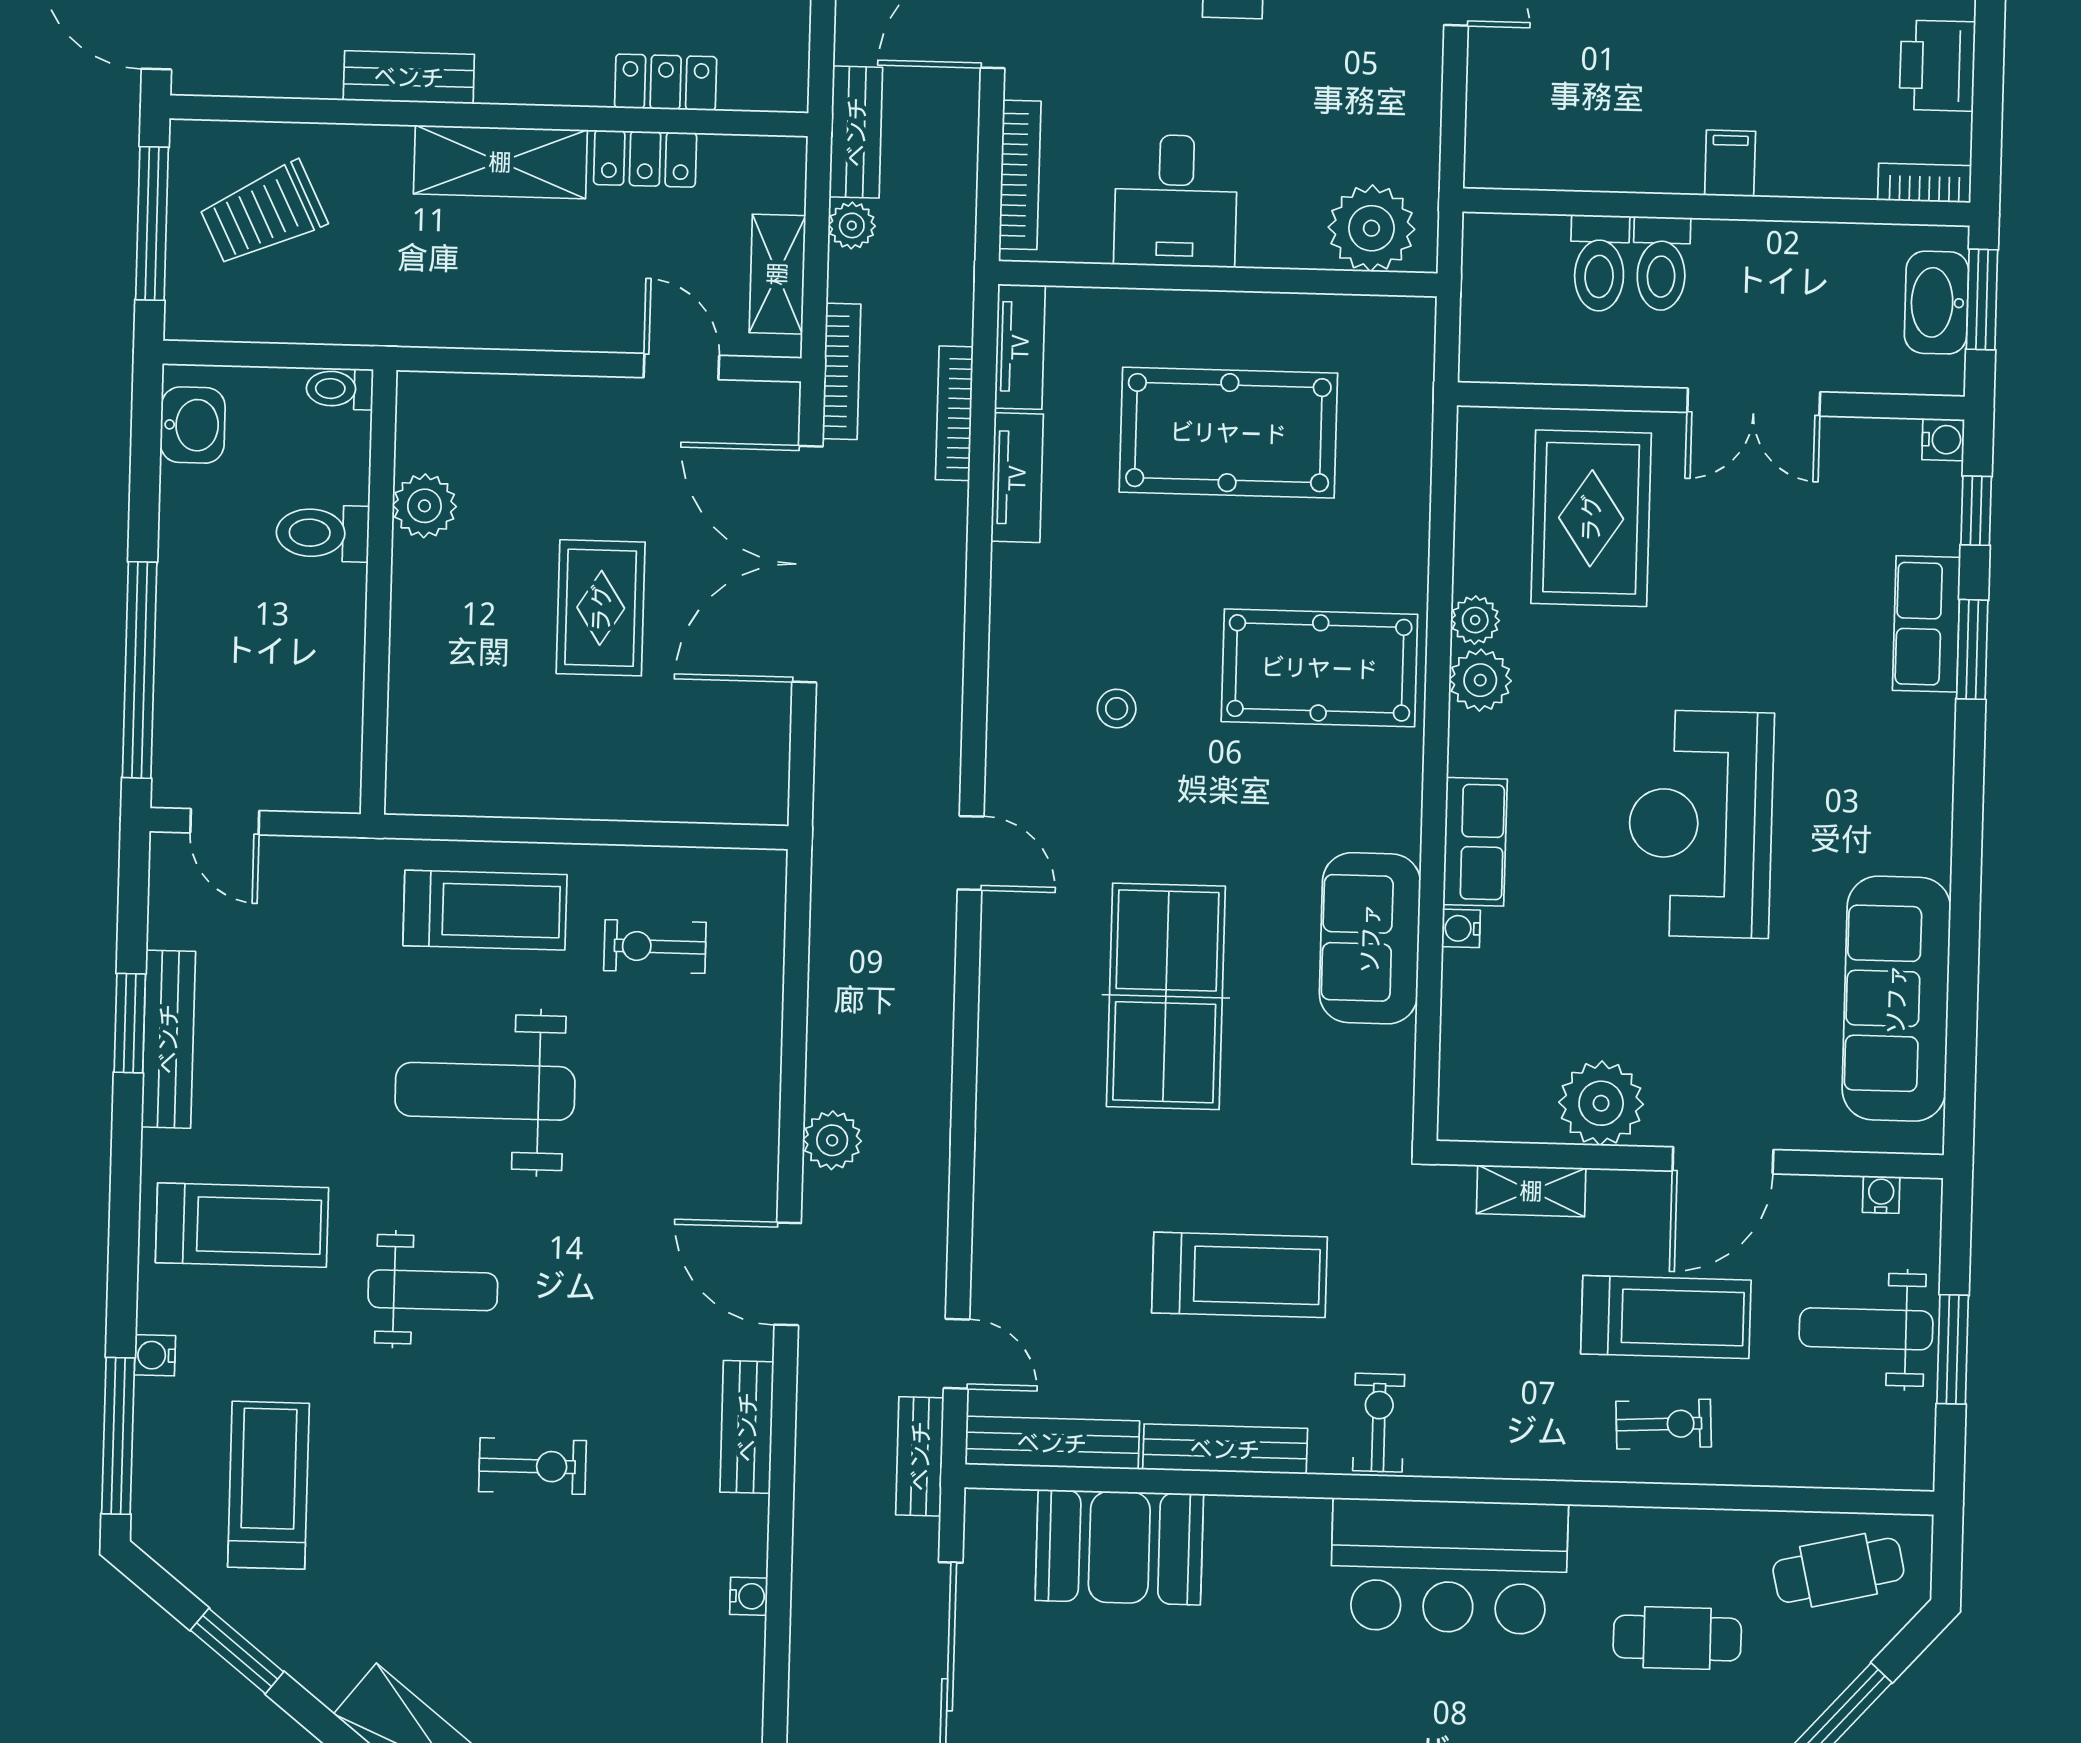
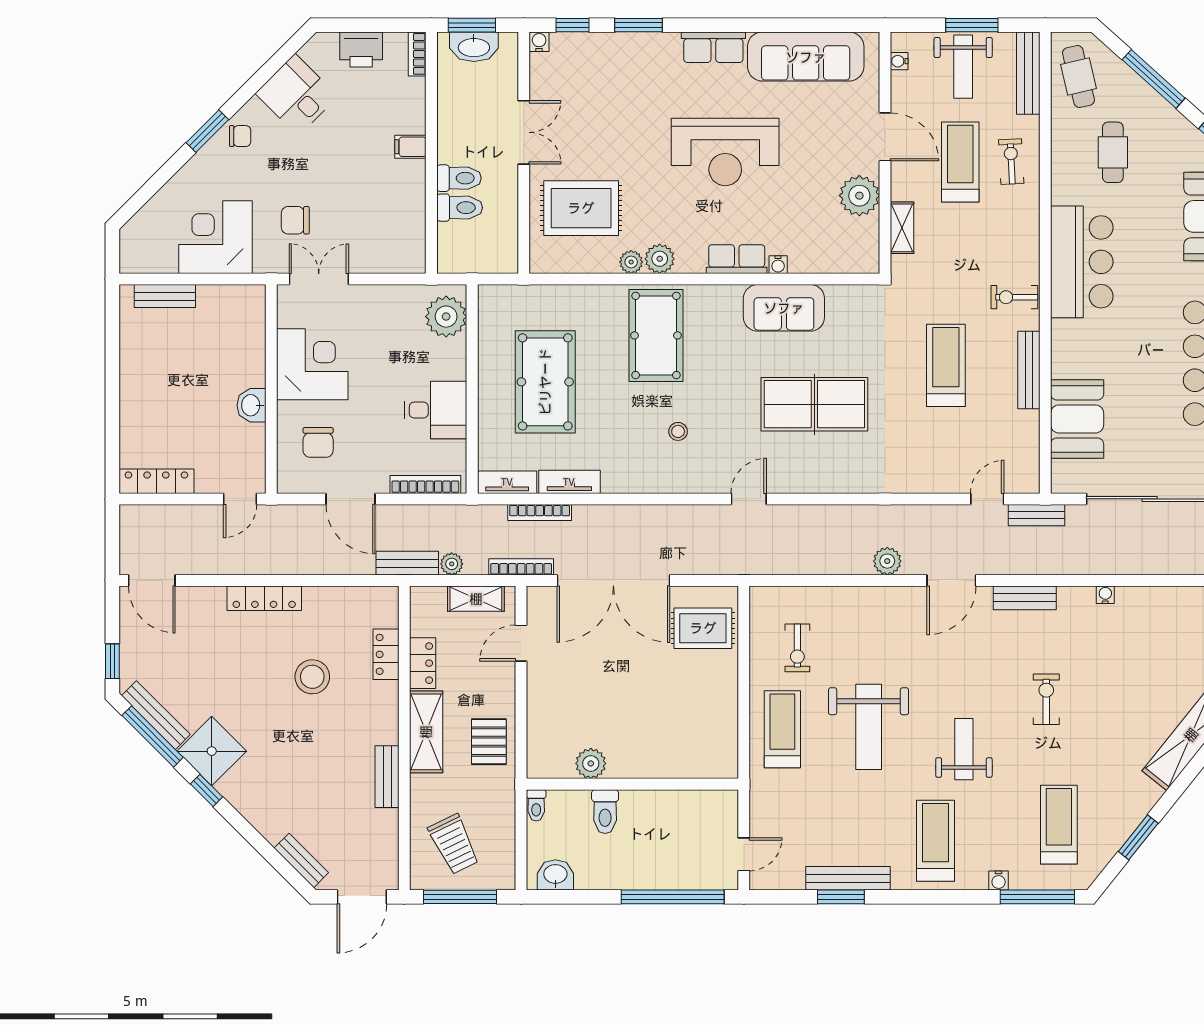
pallet: (476, 293) -> (489, 742), added
rug: (601, 608) -> (703, 628), moved
row of seats: (1926, 624) -> (713, 47), moved
bench: (1052, 1443) -> (1028, 73), moved
treadmill: (268, 1485) -> (1059, 825), turned 90

